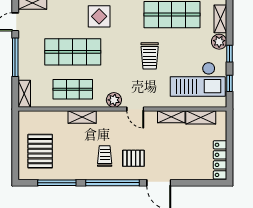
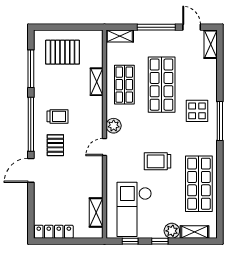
shelving: (82, 117) -> (97, 82), moved
shelving: (171, 117) -> (97, 183), removed

